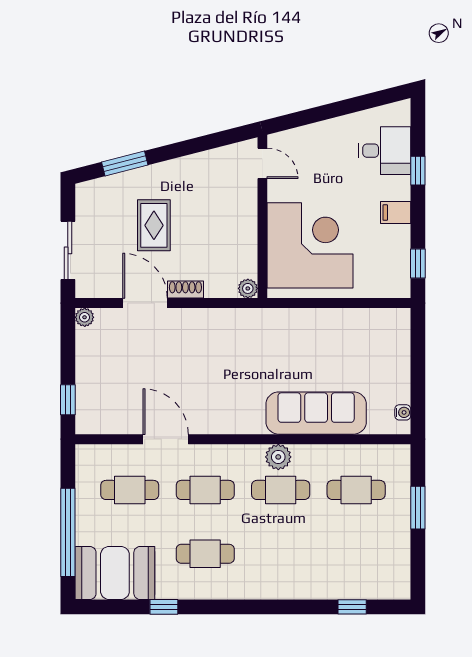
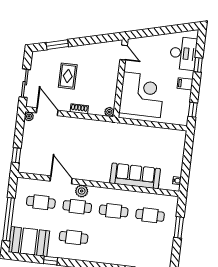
desk: (385, 151) -> (183, 53), width x1.37
door: (145, 303) -> (47, 112), moved
plant: (278, 457) -> (82, 191), moved

